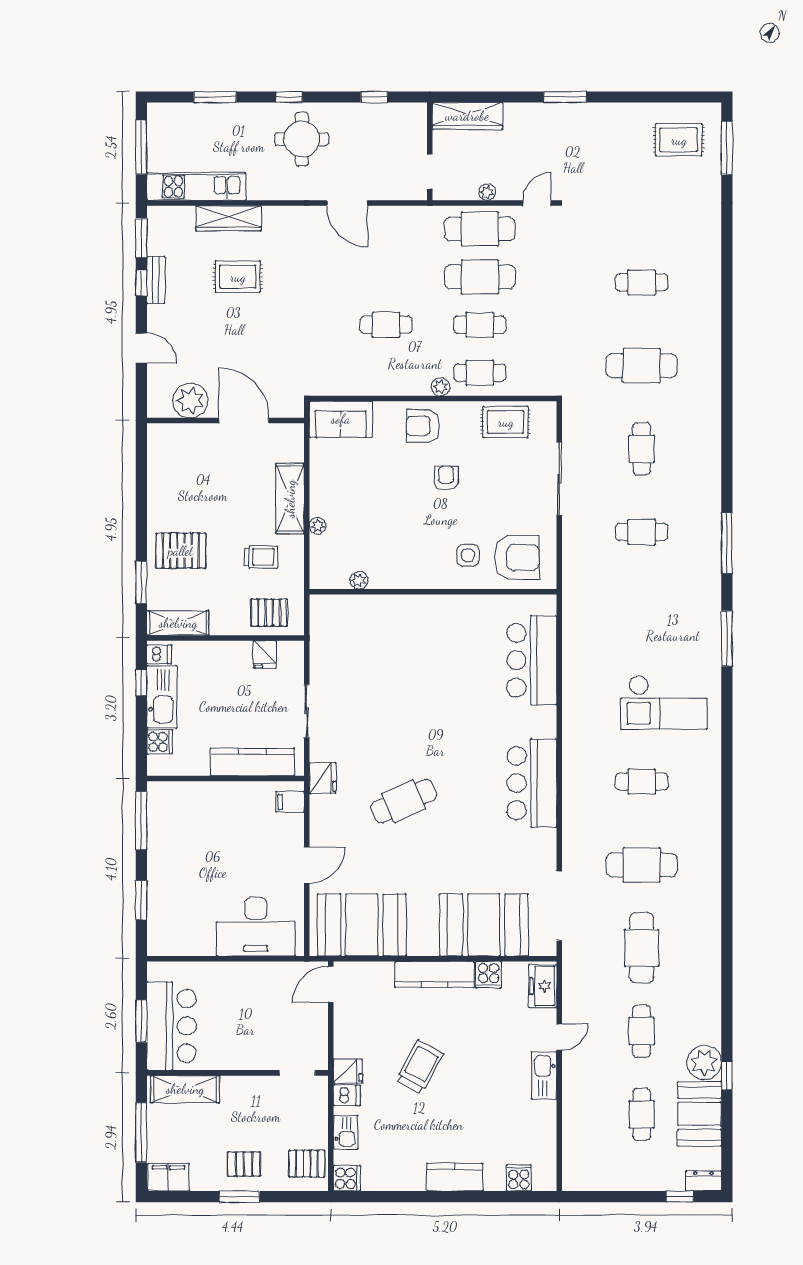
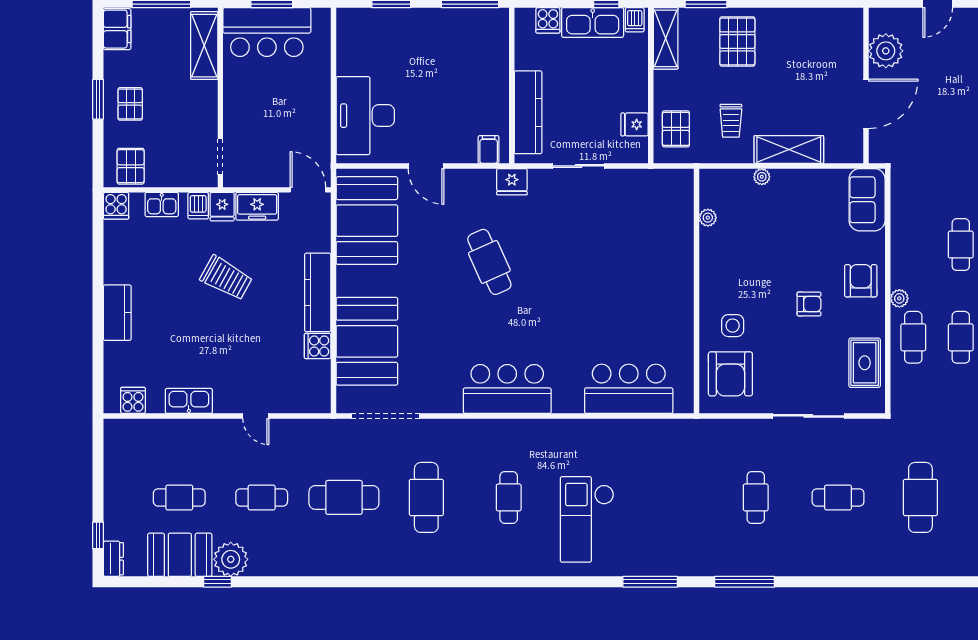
freezer: (543, 986) -> (257, 206), moved, turned 180
kitchen sink: (544, 1076) -> (189, 401), moved
cooker: (519, 1178) -> (133, 400), moved, turned -90

